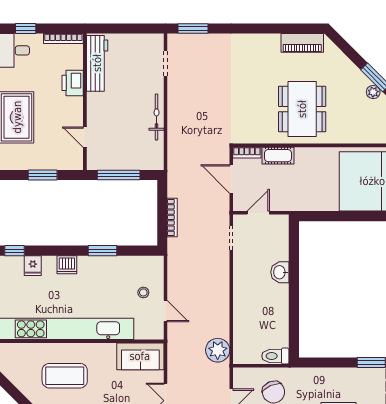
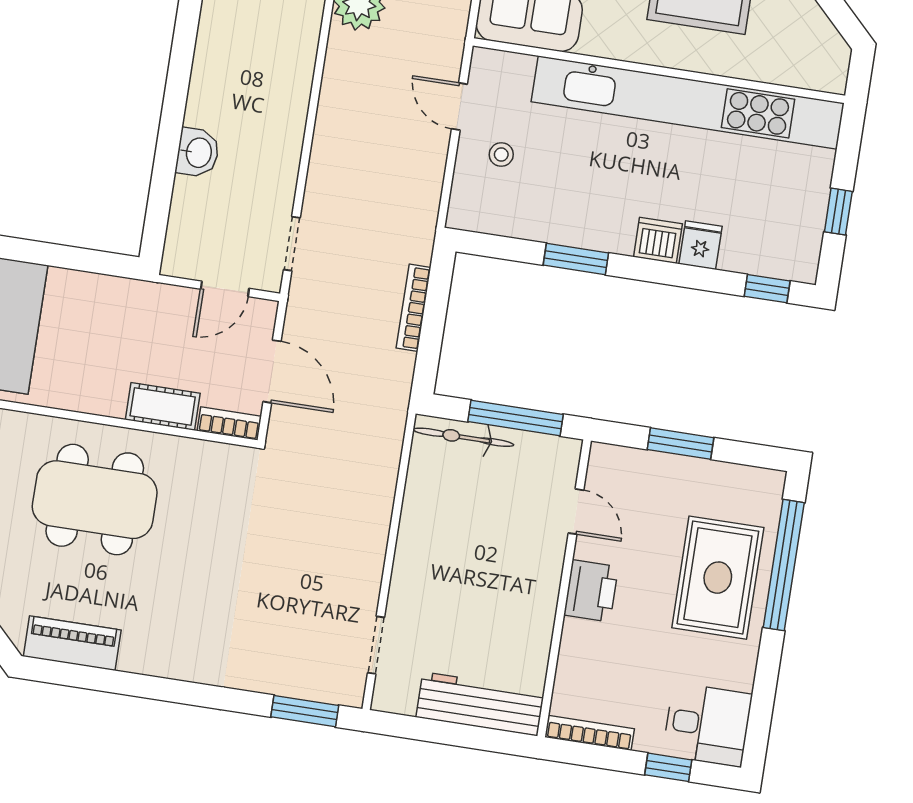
workbench: (97, 63) -> (480, 704), moved, turned 90
printer: (73, 83) -> (591, 591), moved
dining table: (302, 109) -> (95, 500), turned 90
bicycle: (157, 117) -> (463, 437), moved, turned 90
fridge: (33, 266) -> (701, 245), moved

